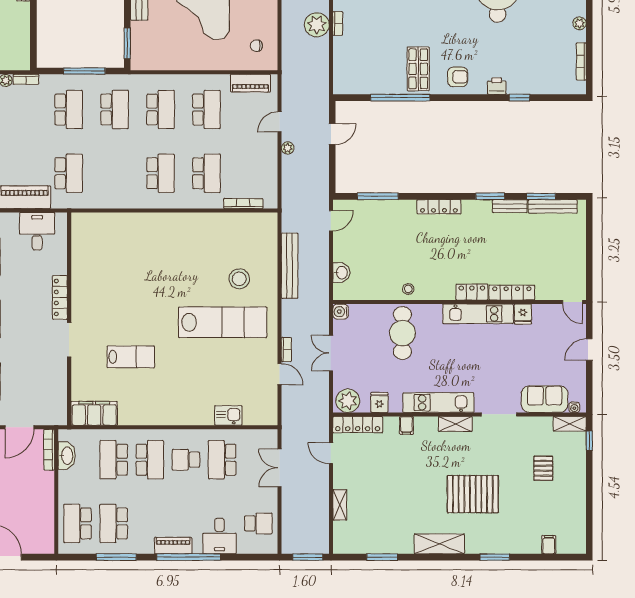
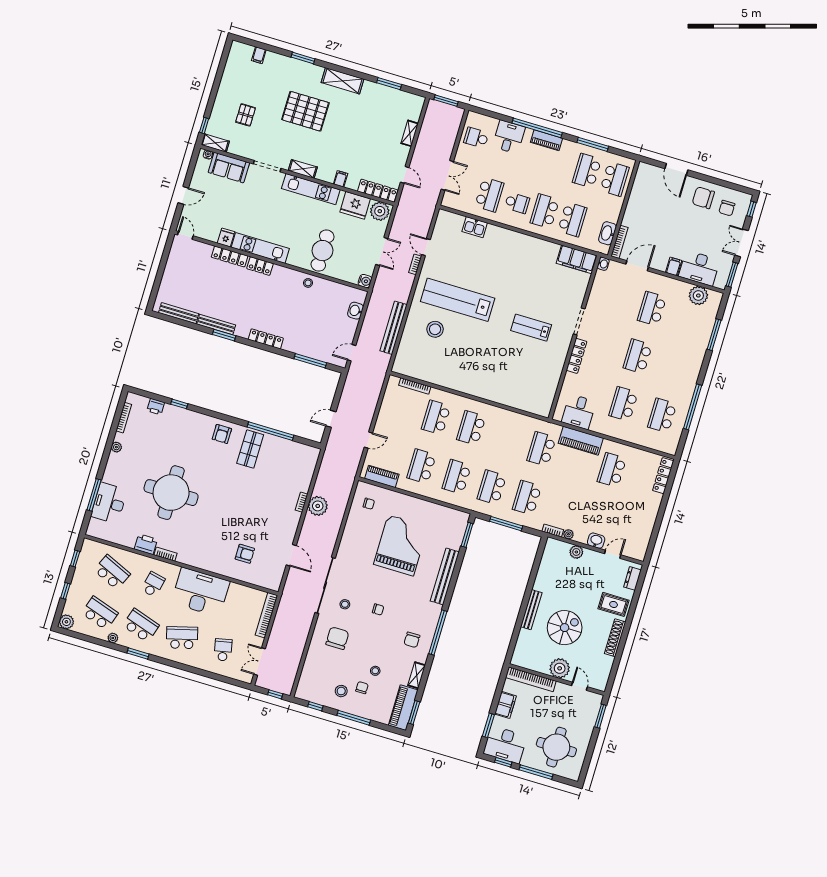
armchair: (458, 77) -> (222, 434), turned -90
printer: (497, 86) -> (156, 407), moved
plant: (288, 148) -> (368, 418), removed
window: (541, 196) -> (185, 324), removed
bench: (510, 206) -> (216, 325), width x1.36
lab bench: (131, 357) -> (531, 328), moved
fridge: (379, 402) -> (355, 205), width x1.88, depth x1.34
washbasin: (61, 418) -> (603, 264), added
school desk: (114, 523) -> (587, 171), turned 180

